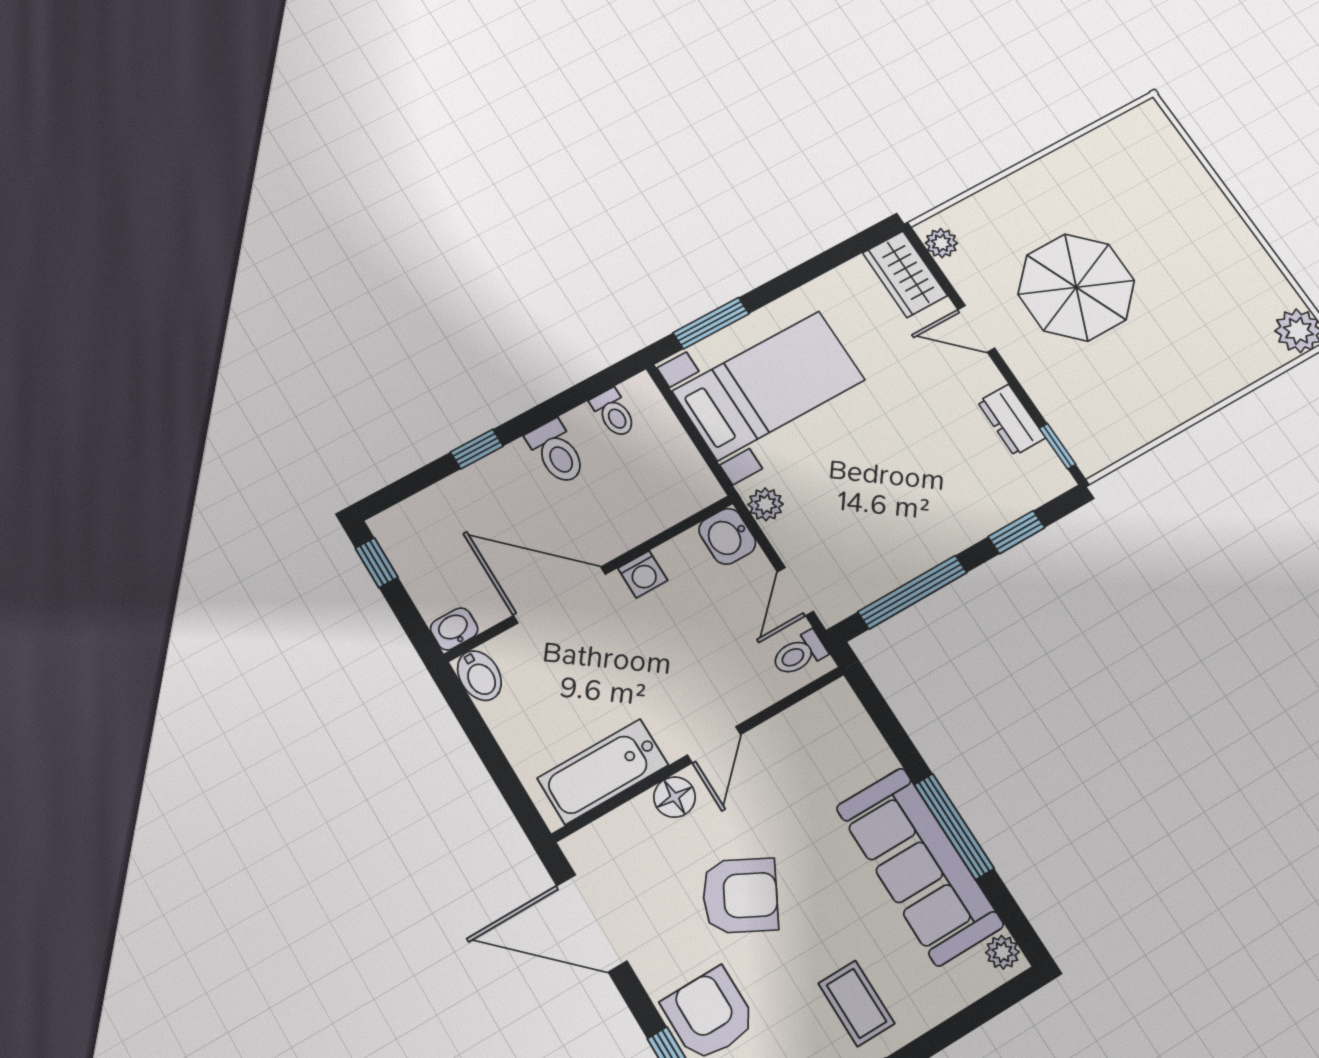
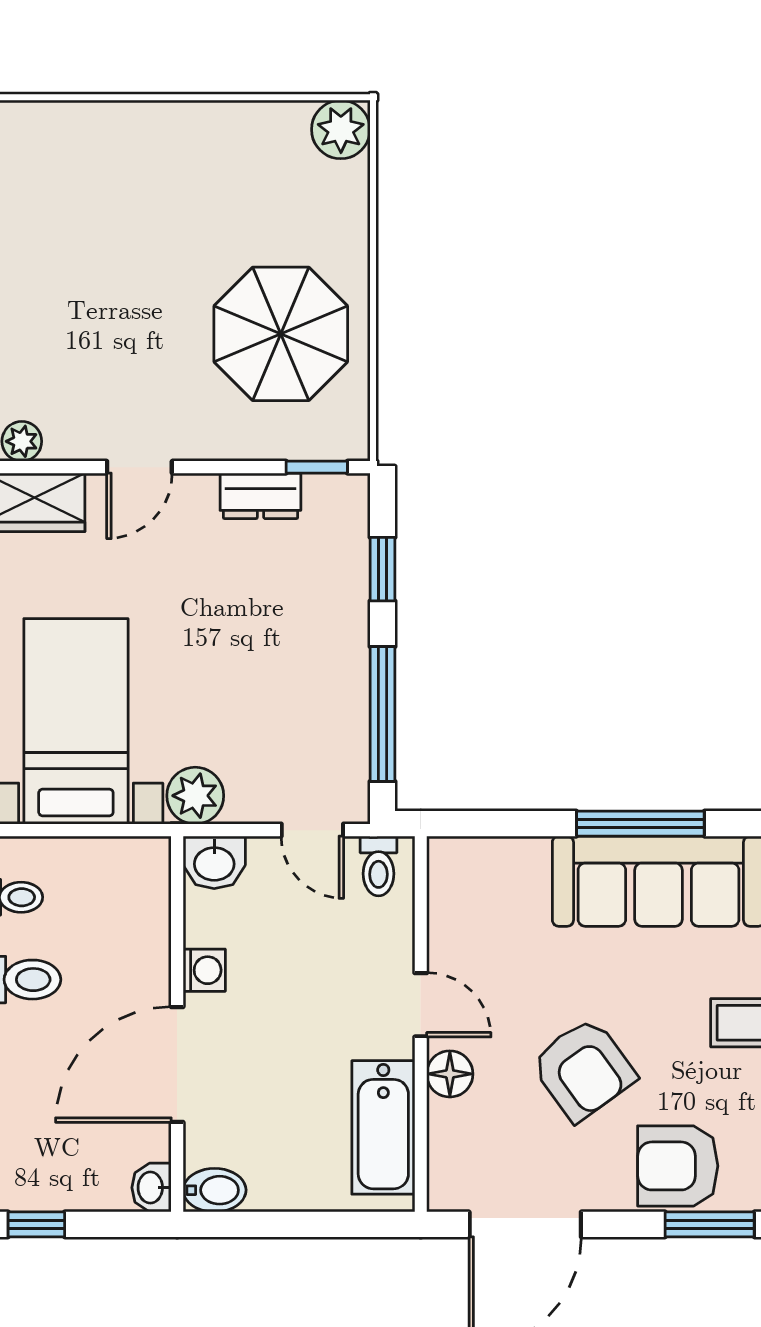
parasol: (1076, 287) -> (281, 334), moved
plant: (766, 504) -> (195, 796), width x1.38, depth x1.38
armchair: (740, 896) -> (583, 1069), turned 116

